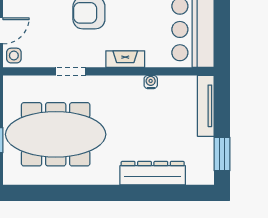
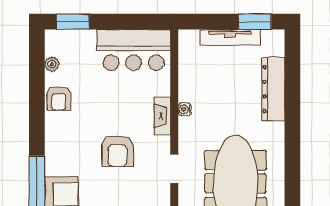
water cooler: (151, 82) -> (185, 109), moved
tv unit: (206, 106) -> (230, 37), moved

